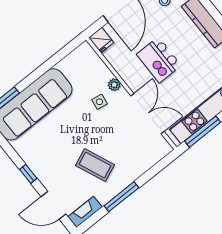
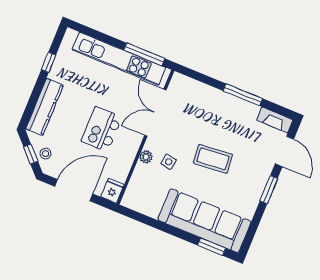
kitchen island: (159, 60) -> (102, 129), turned 180
coffee table: (95, 165) -> (213, 159), moved, turned -72
window: (28, 174) -> (269, 190), width x1.50

